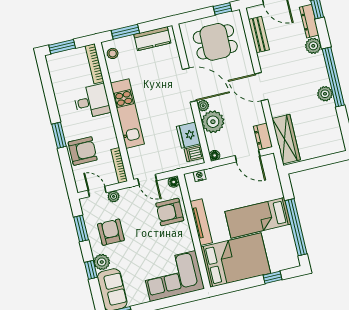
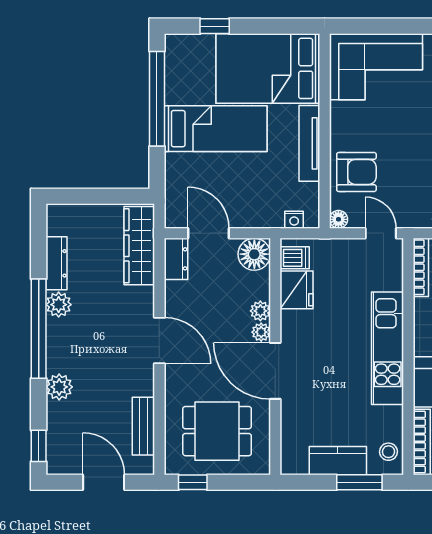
dresser: (309, 21) -> (56, 263), moved
kitchen counter: (152, 39) -> (338, 461), moved
plant: (213, 122) -> (260, 311), width x0.53, depth x0.53
floor lamp: (215, 155) -> (254, 254), width x1.89, depth x1.89

